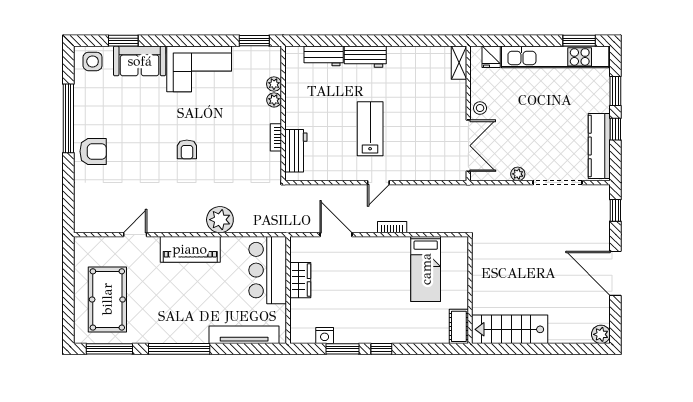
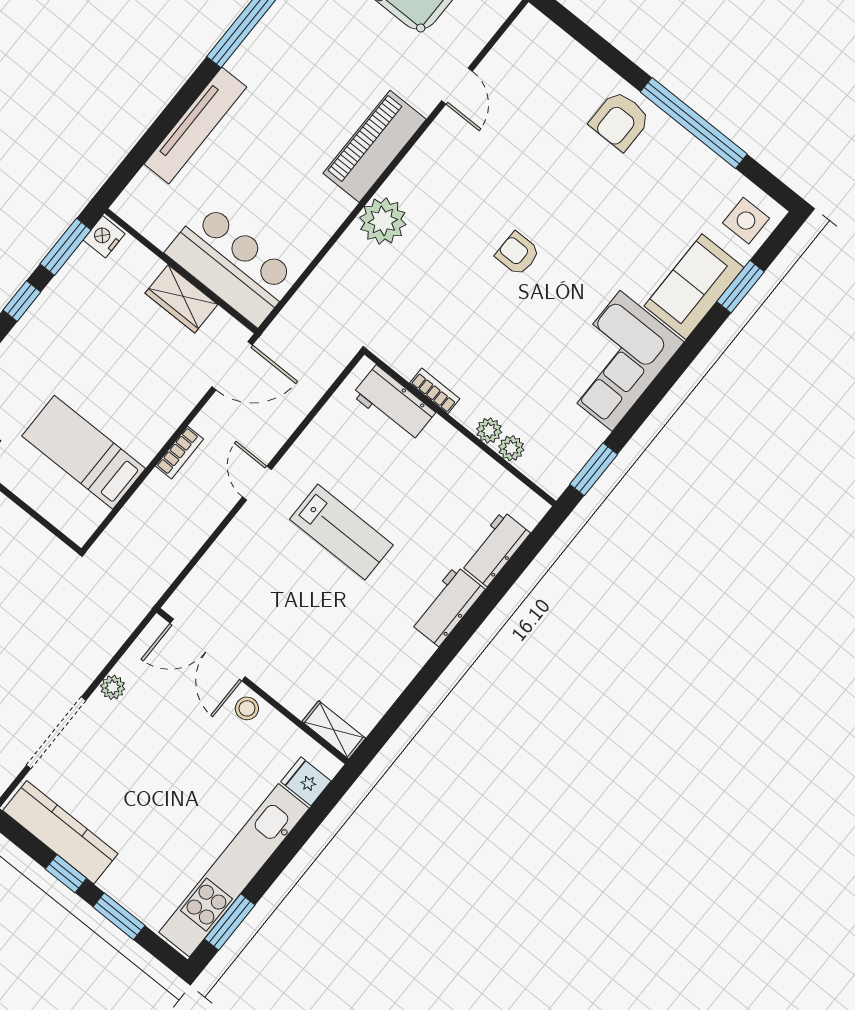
bar counter: (268, 270) -> (232, 265), moved
wardrobe: (300, 280) -> (181, 299), moved
wall: (288, 290) -> (181, 271), moved

